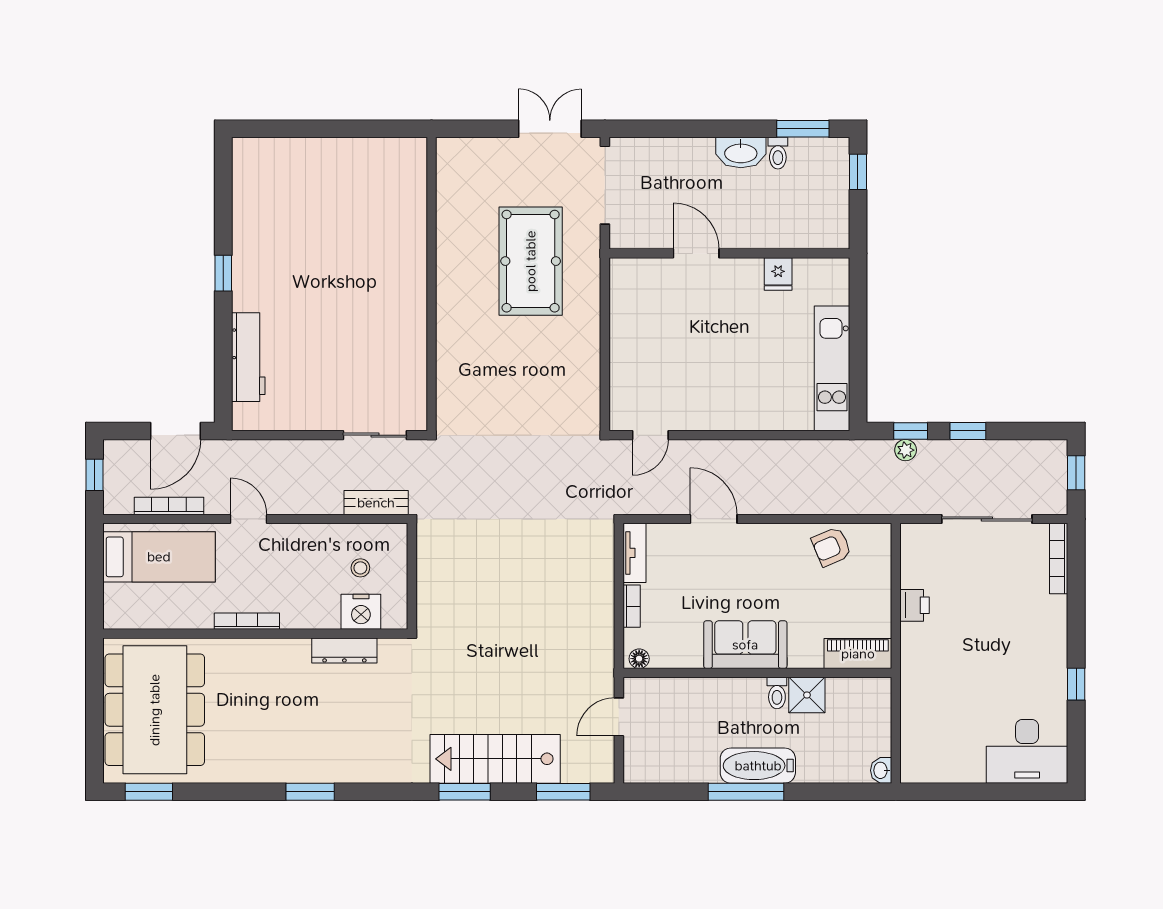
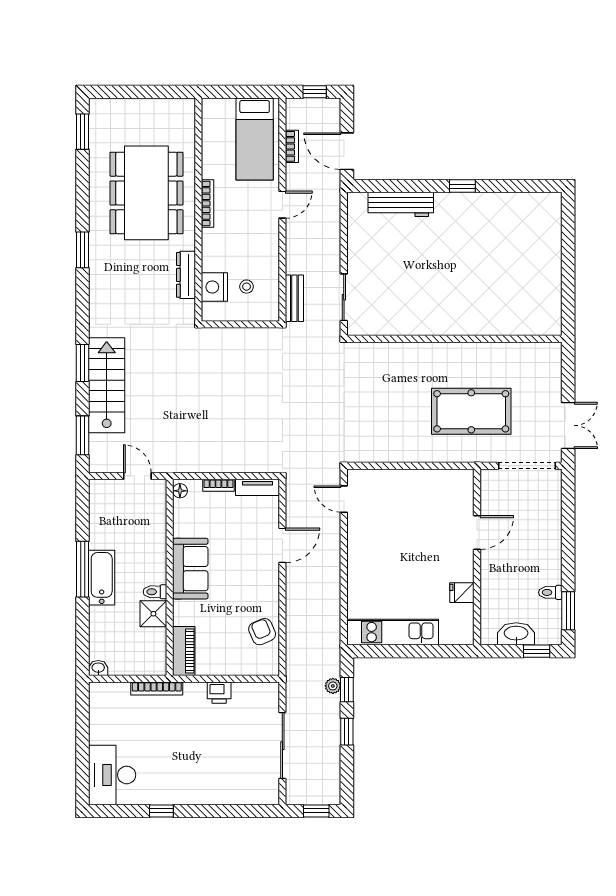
washbasin: (741, 153) -> (516, 634), moved, turned 90
bookcase: (169, 506) -> (292, 146), width x0.64
bookcase: (1059, 559) -> (157, 688), moved, turned 180
dining table: (155, 710) -> (146, 193), moved, turned 90

